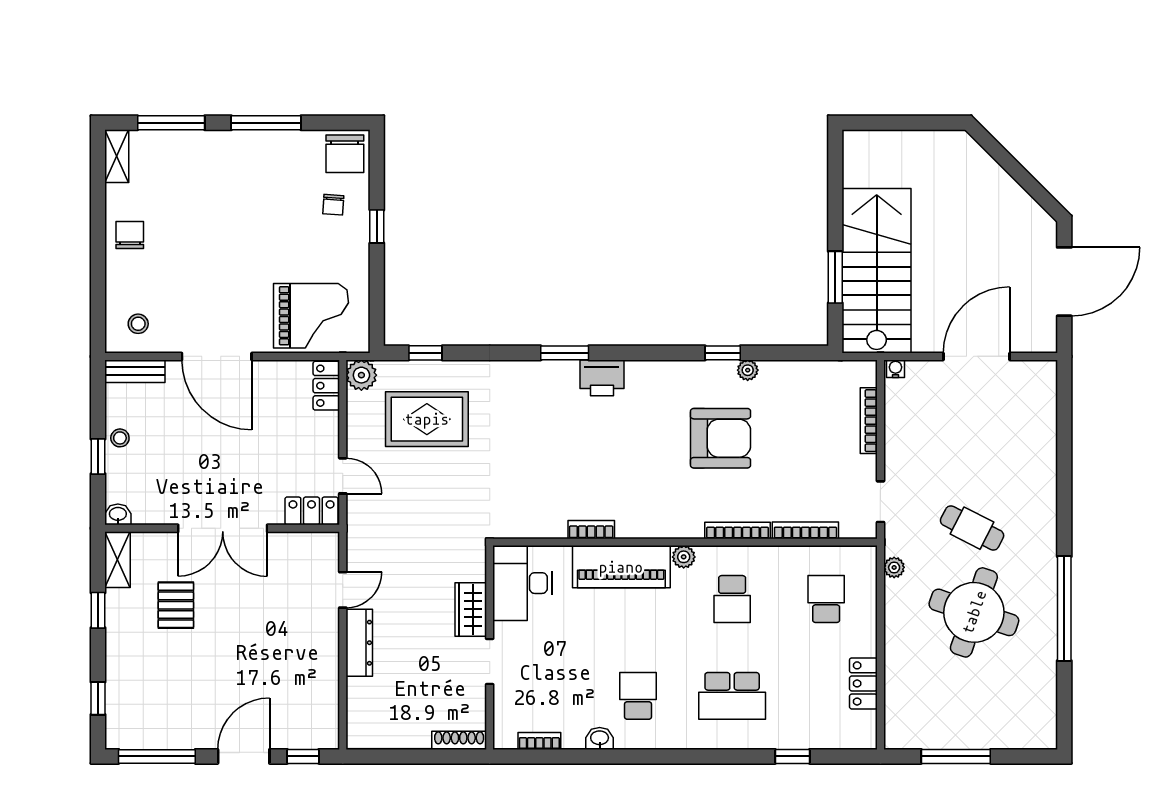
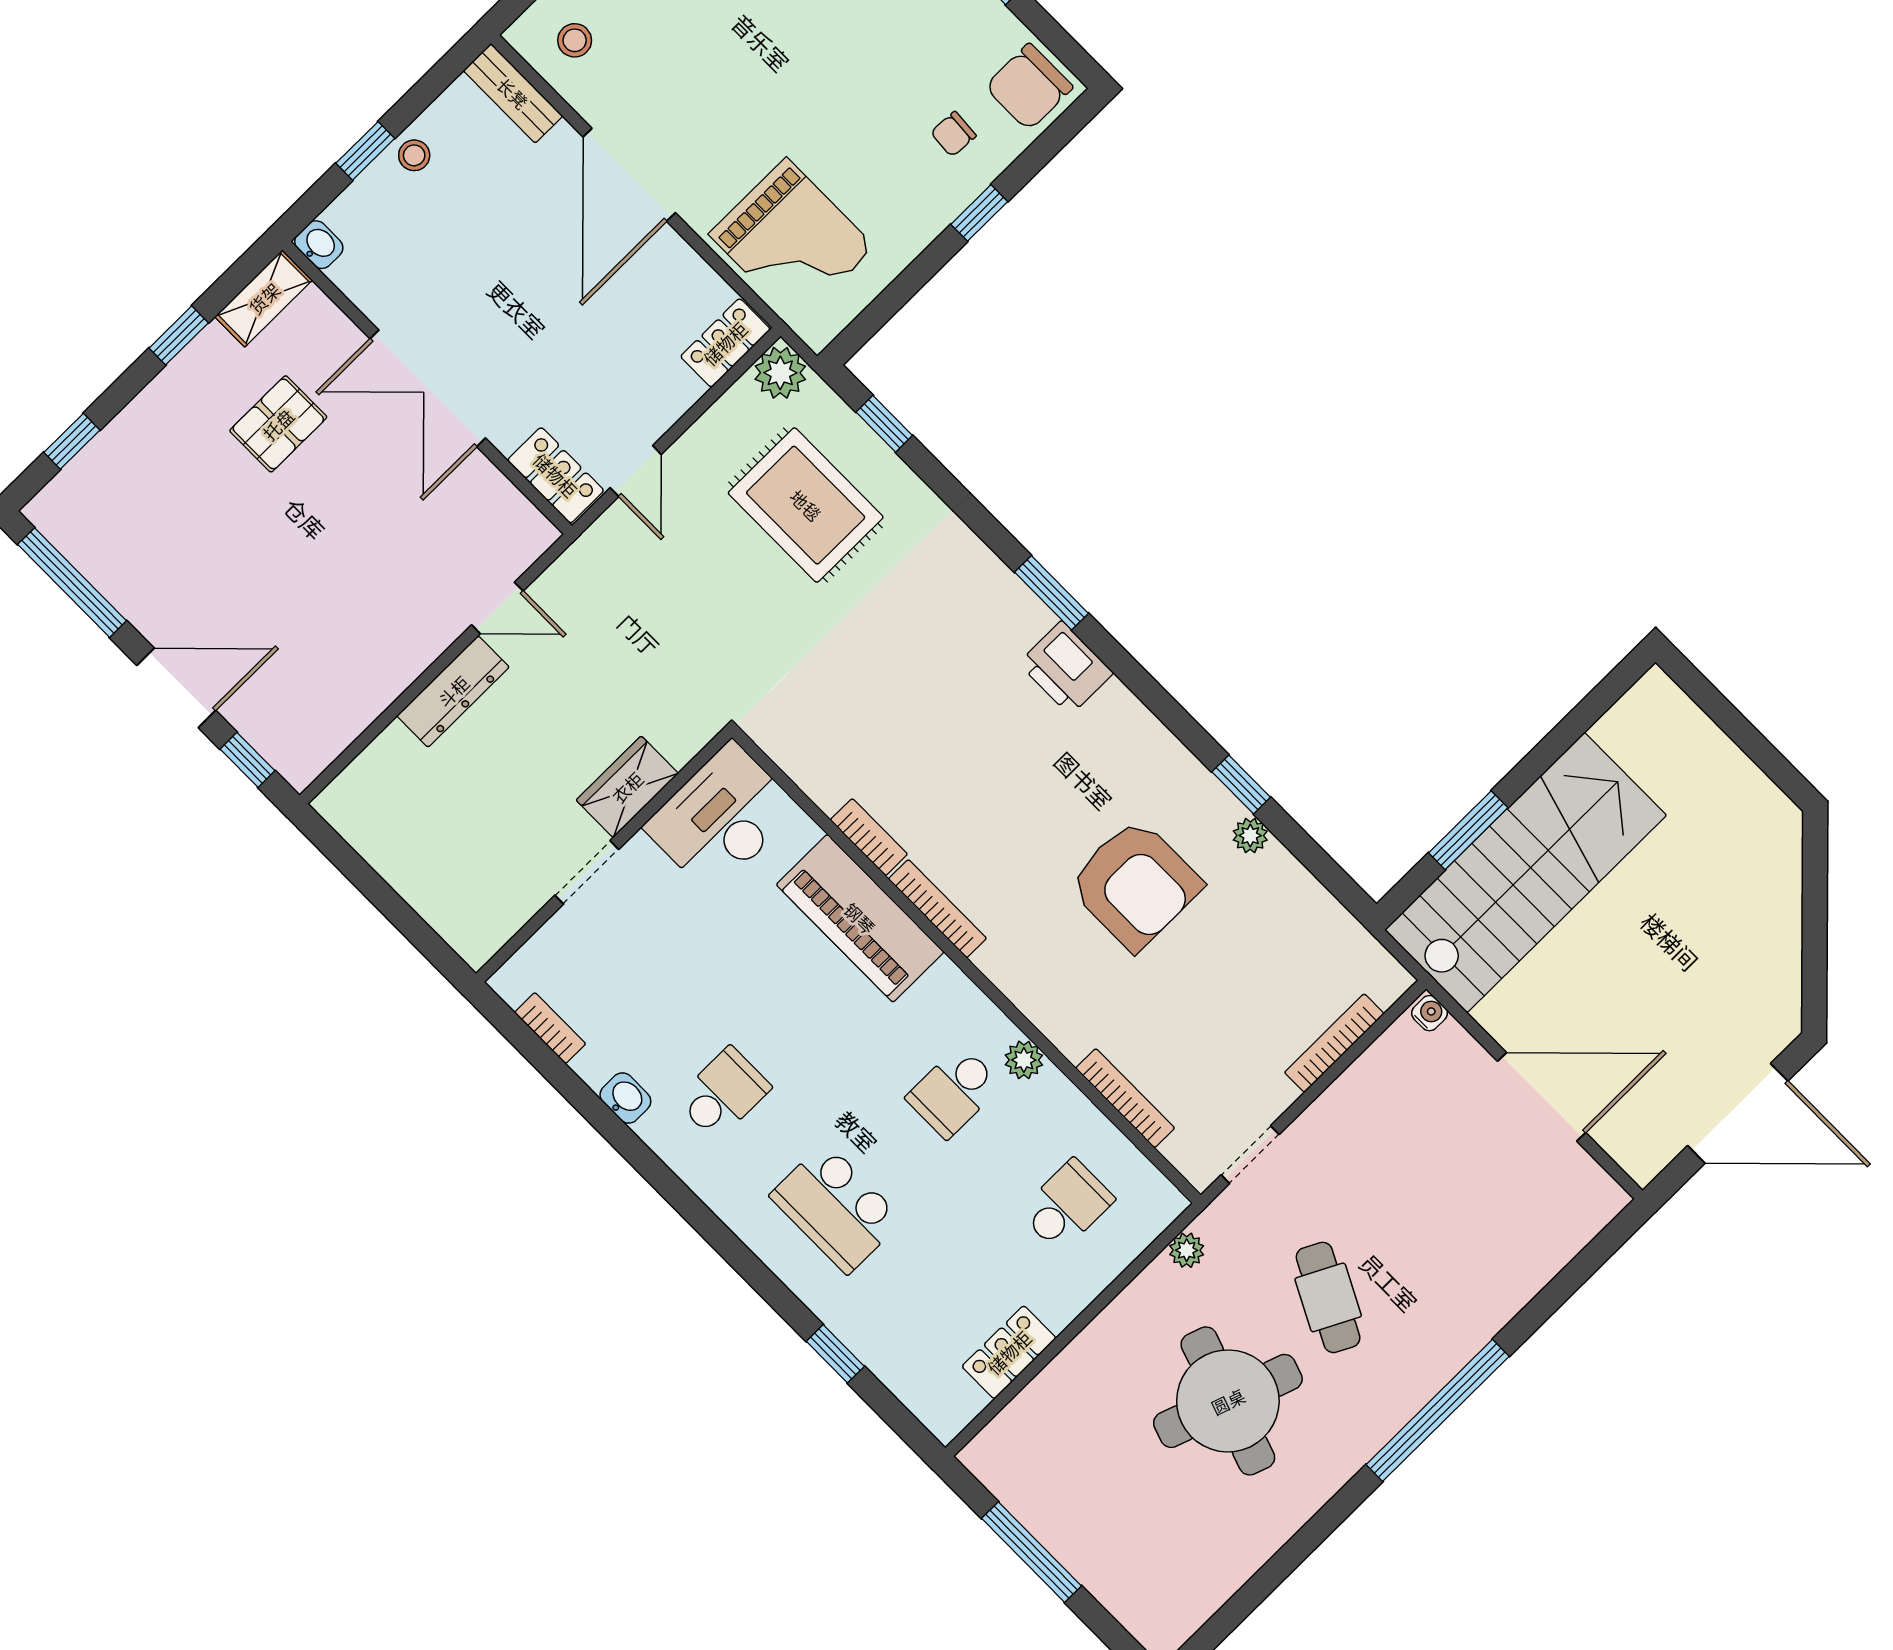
bookcase: (738, 530) -> (937, 909), moved
plant: (684, 557) -> (1024, 1060), moved
window: (1064, 609) -> (1438, 1410), moved
shoe rack: (459, 740) -> (455, 930), removed

